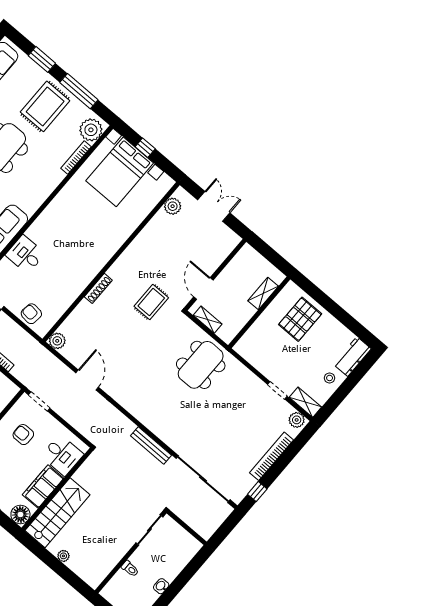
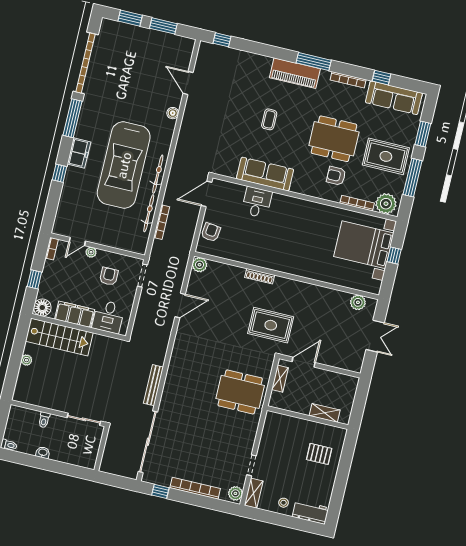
armchair: (39, 164) -> (336, 176), added
rug: (151, 302) -> (271, 325), width x1.36, depth x1.43
pallet: (300, 319) -> (319, 454), width x0.67, depth x0.71

